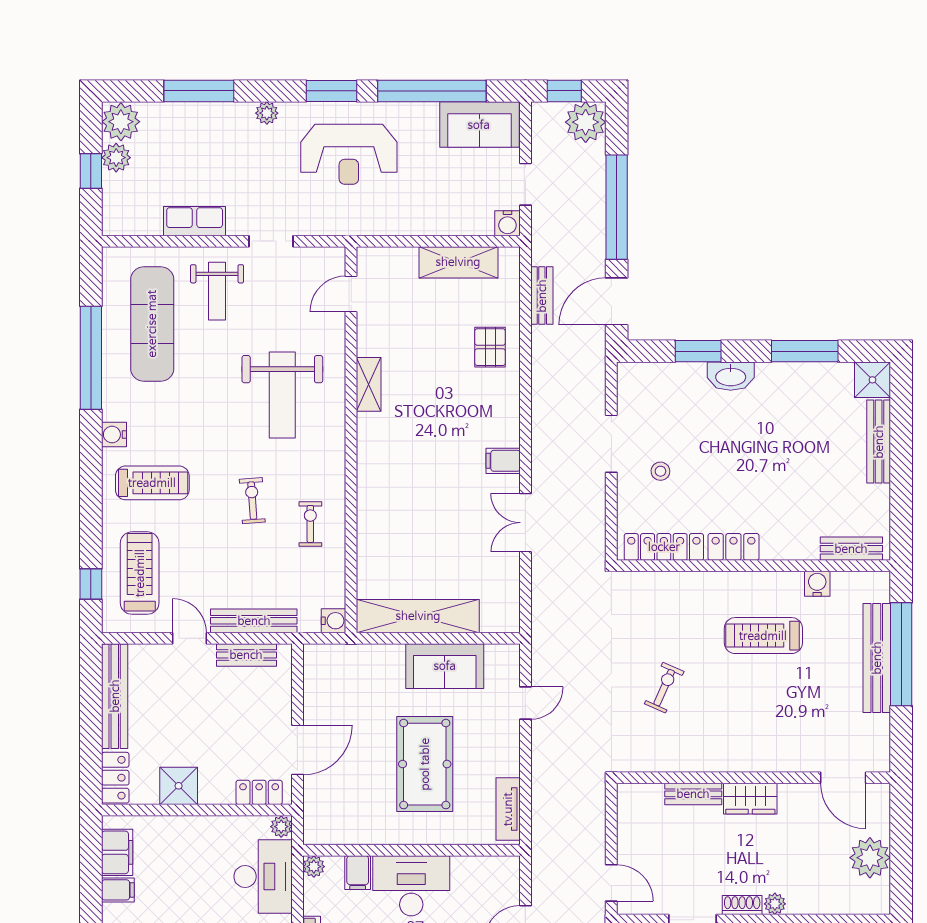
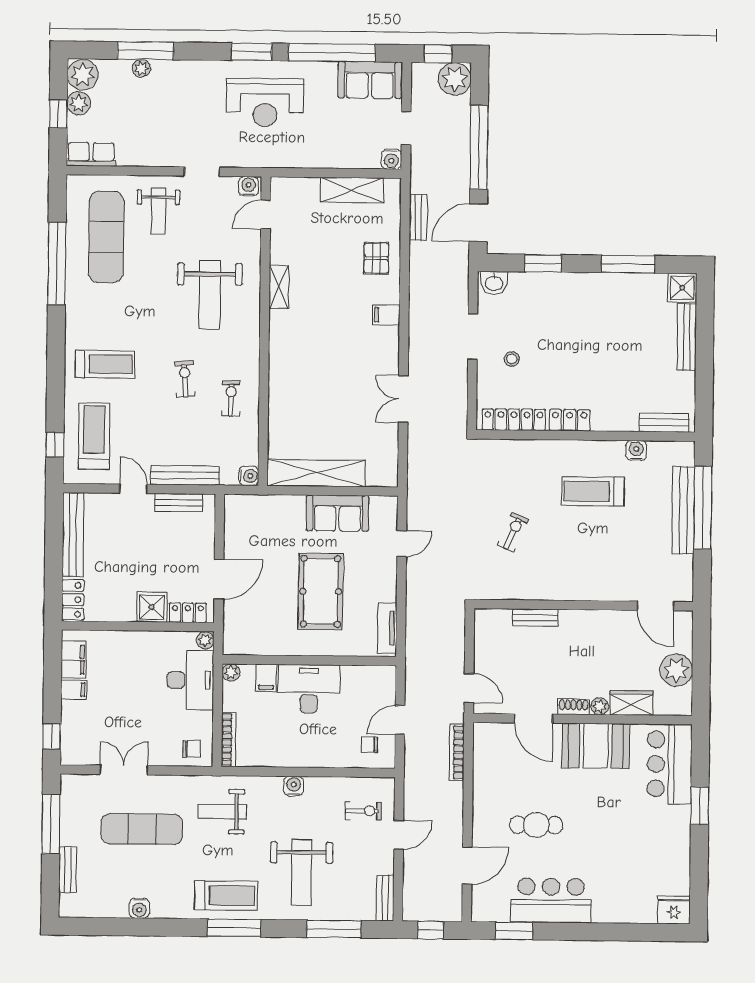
plant: (267, 113) -> (141, 68), moved
row of seats: (195, 221) -> (91, 154), moved
washbasin: (731, 376) -> (494, 283), moved, width x0.72
water cooler: (114, 435) -> (249, 186), moved, turned 90
filing cabinet: (503, 461) -> (386, 315), moved
shower: (179, 786) -> (152, 607), moved
wardrobe: (750, 799) -> (631, 703), moved, turned 180

